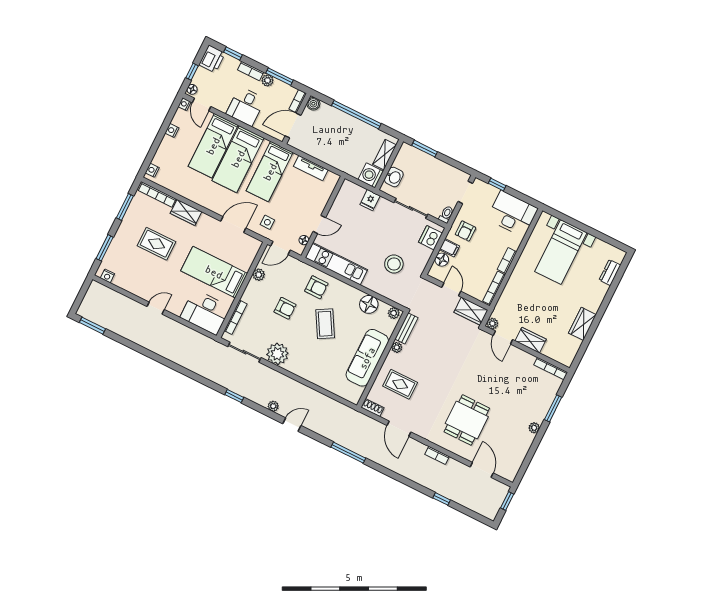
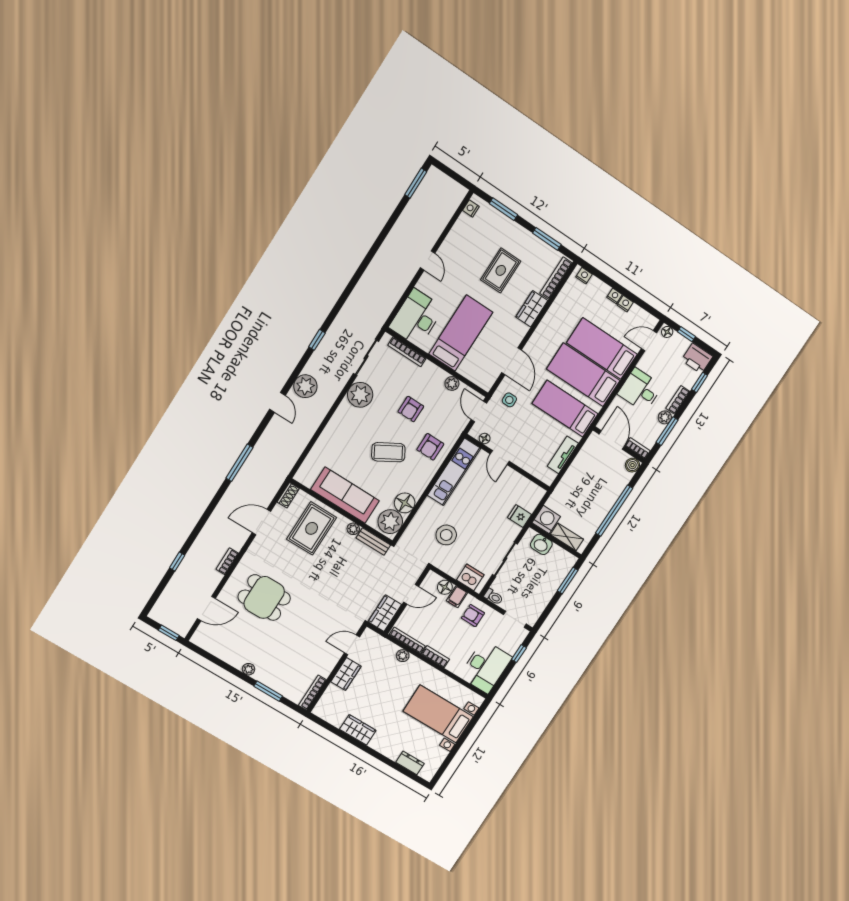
nightstand: (185, 104) -> (615, 296), moved
plant: (394, 313) -> (390, 522), width x1.88, depth x1.88
plant: (492, 324) -> (403, 656), moved
rug: (400, 384) -> (312, 528), width x1.36, depth x1.43
plant: (273, 406) -> (305, 386), width x1.87, depth x1.87

